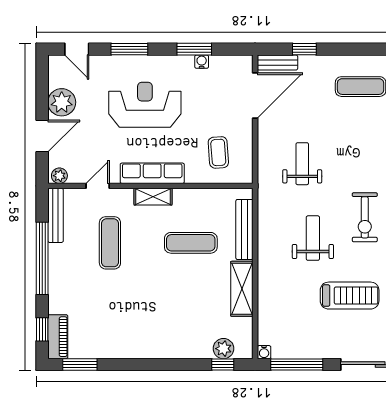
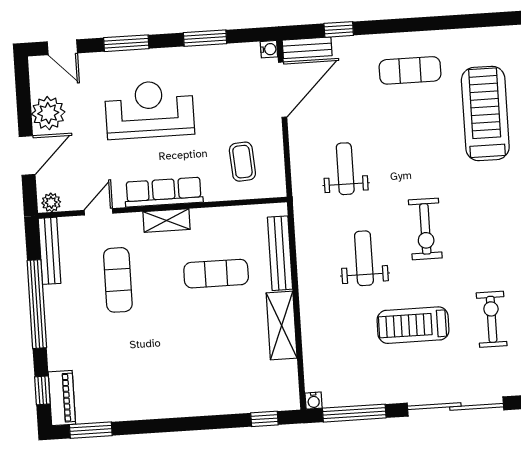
water cooler: (202, 62) -> (269, 49), moved, turned 90
treadmill: (350, 296) -> (413, 325), turned 180
plant: (223, 349) -> (264, 399), removed

